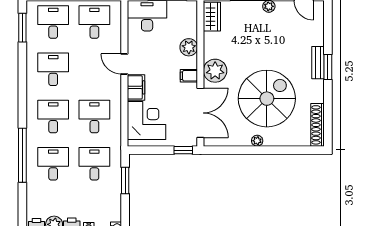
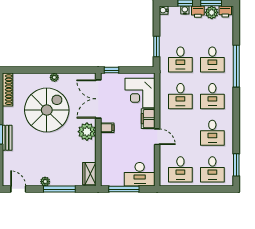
plant: (189, 47) -> (107, 150), removed
spiral stairs: (267, 99) -> (47, 110), turned 180

